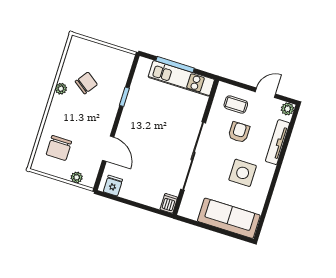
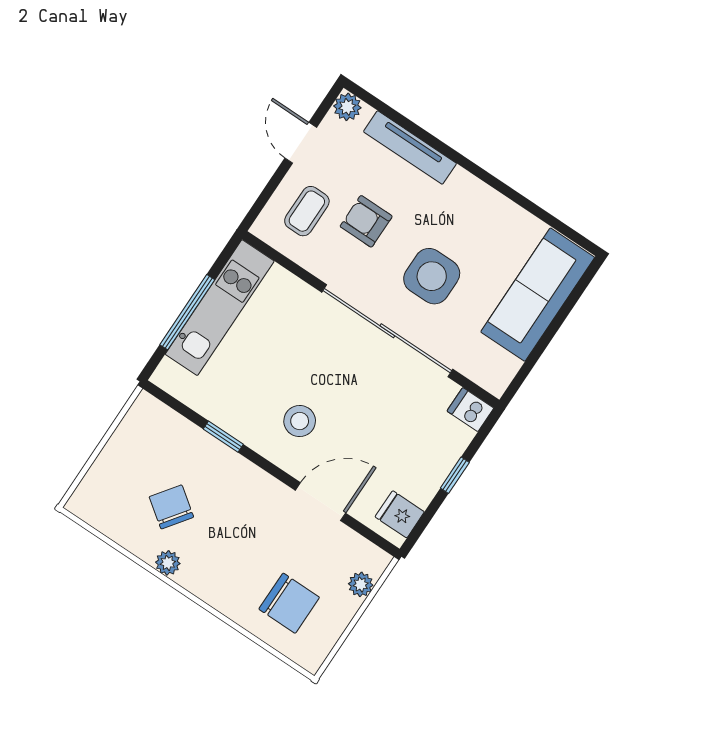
stool: (141, 129) -> (300, 421), added
side table: (243, 173) -> (432, 276), moved
window: (138, 205) -> (455, 475), added

